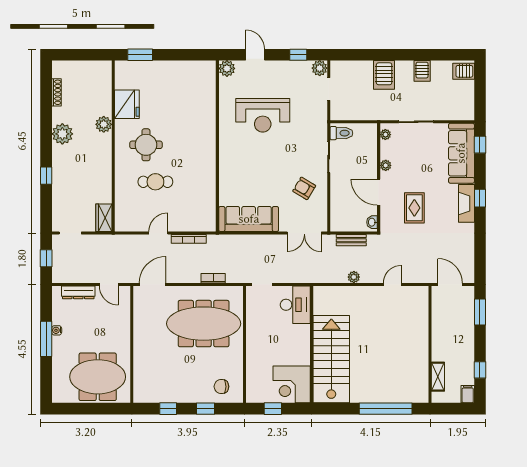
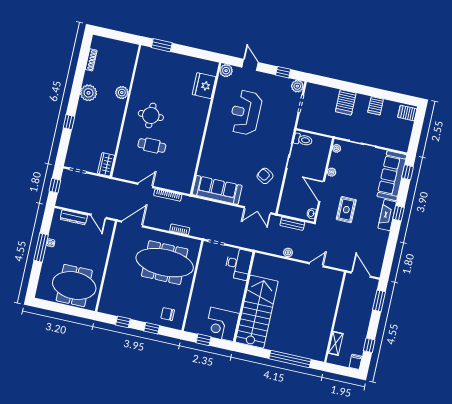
fridge: (127, 104) -> (204, 86), moved, turned 180
reception desk: (263, 115) -> (246, 113), turned 90

